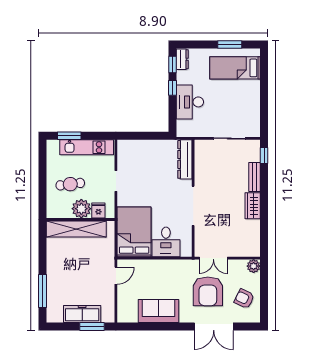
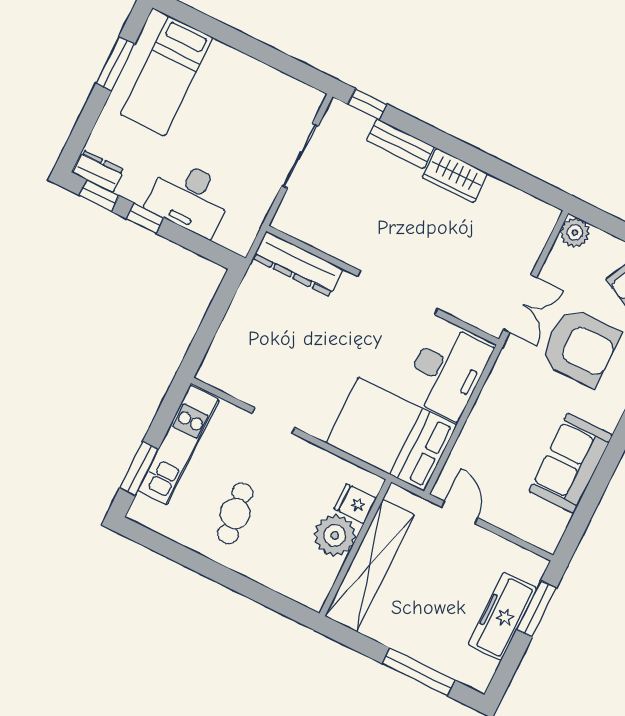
plant: (81, 209) -> (335, 535), moved
fridge: (98, 211) -> (355, 504), moved
wall: (81, 220) -> (355, 548), moved
shelving: (76, 229) -> (370, 565), moved
desk: (166, 242) -> (447, 371), width x1.37

